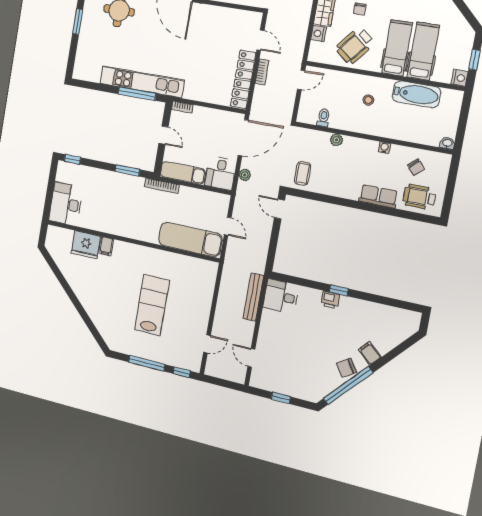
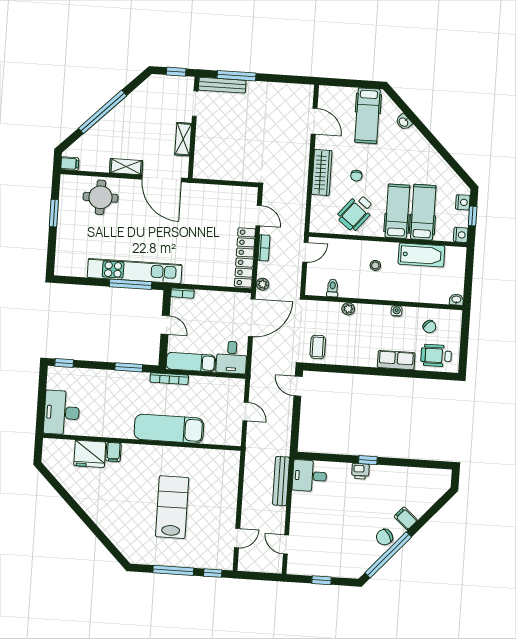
nightstand: (318, 34) -> (463, 202), moved, turned 180
plant: (245, 175) -> (263, 284), moved
exam couch: (190, 239) -> (169, 429), moved

